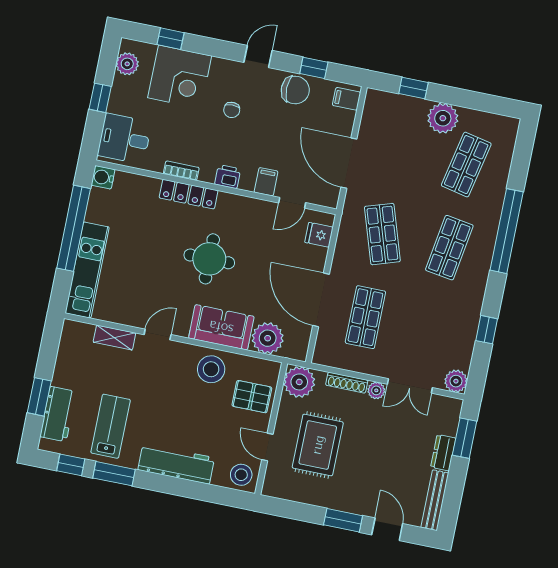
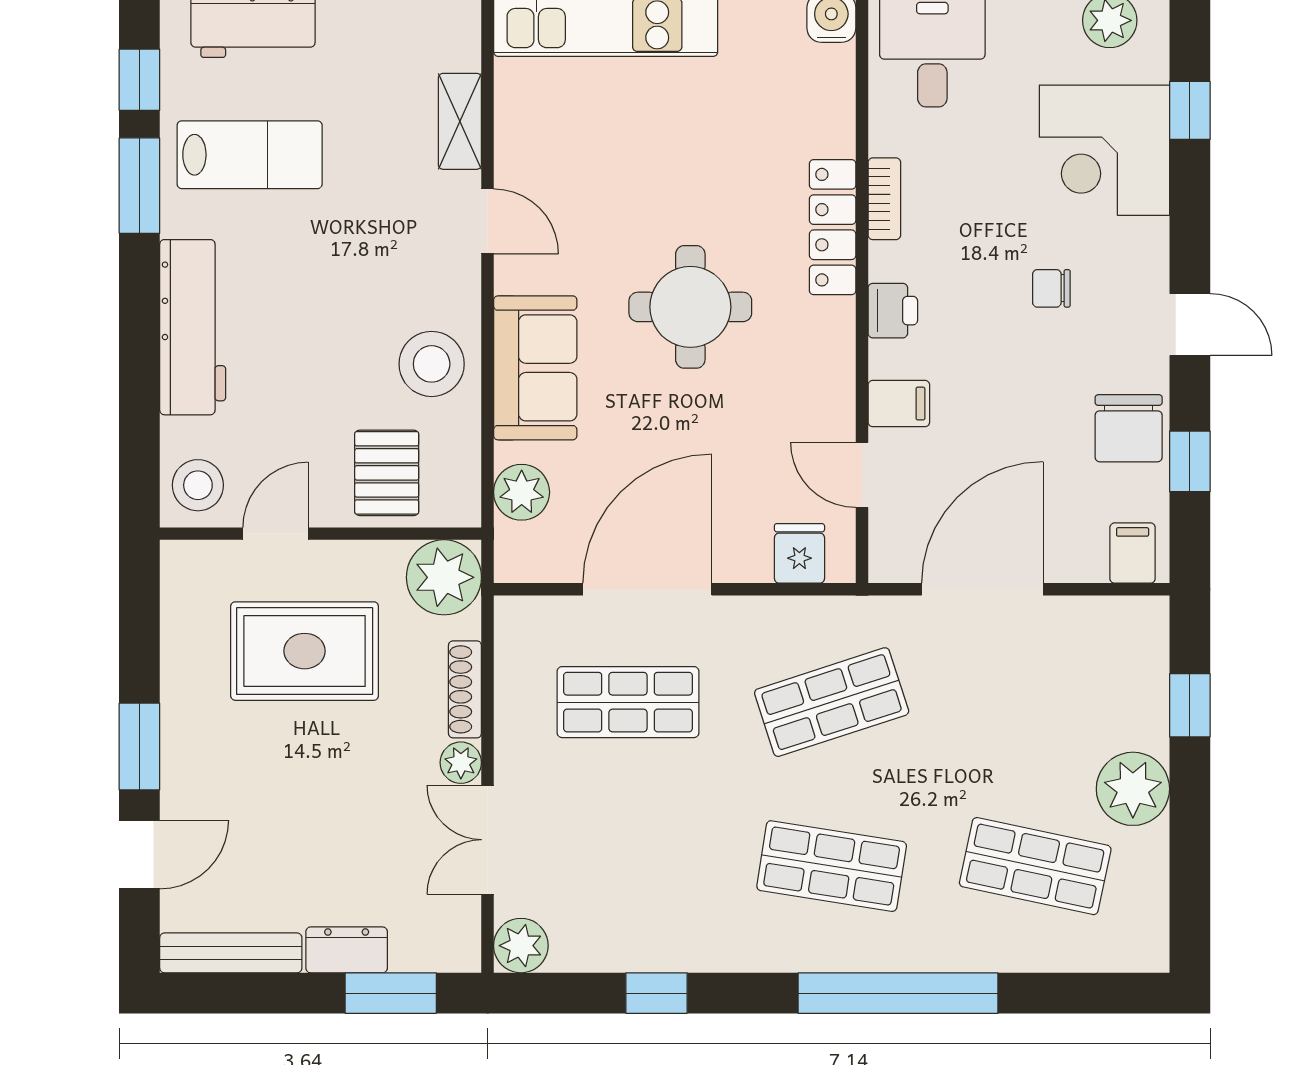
plant: (268, 338) -> (522, 492), width x0.73, depth x0.73

